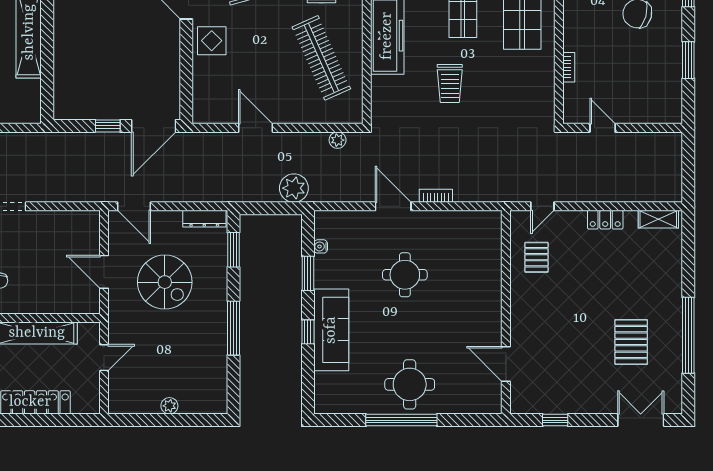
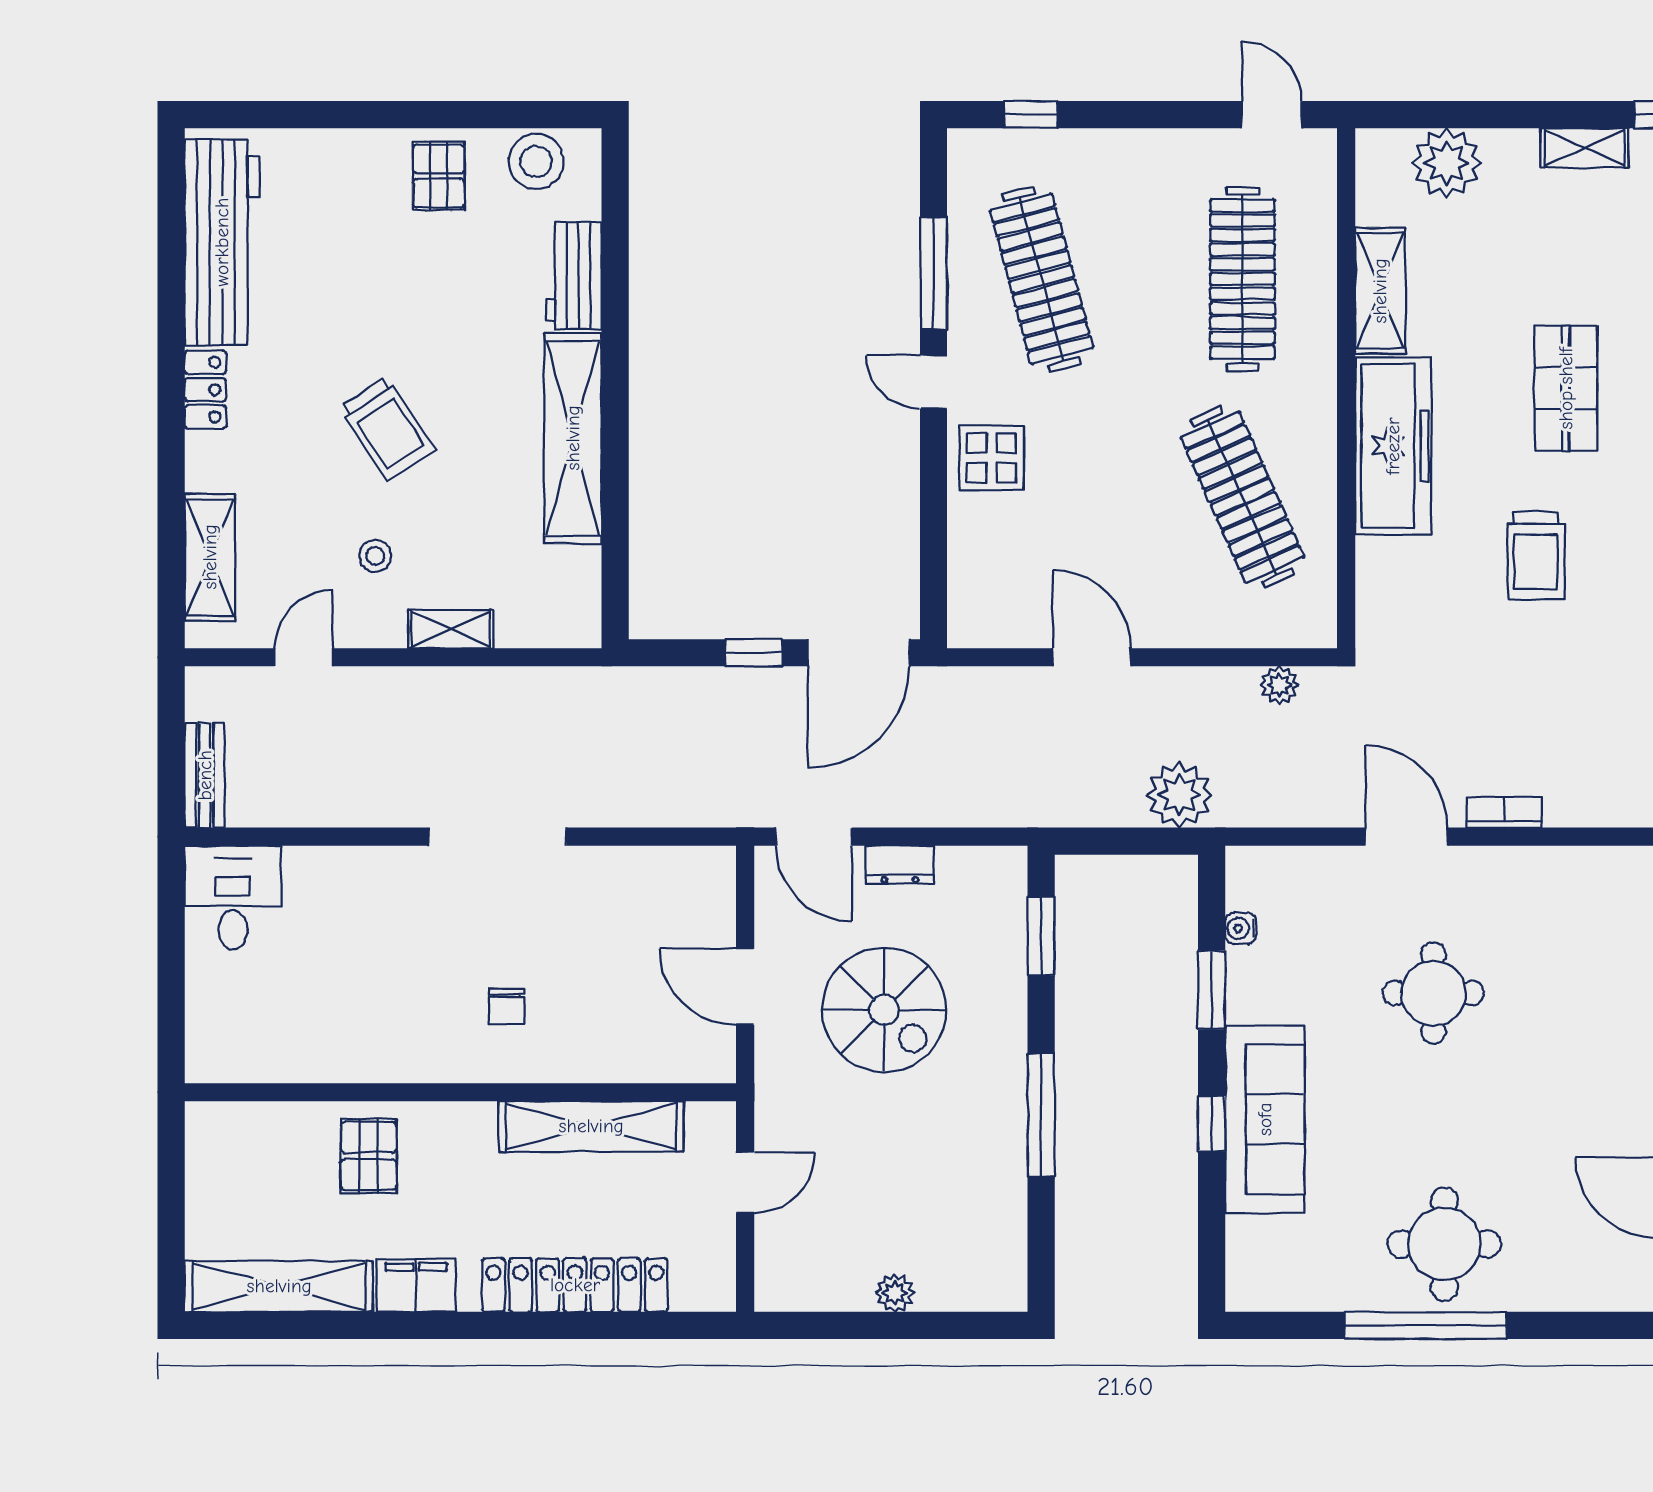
dresser: (204, 219) -> (900, 865), moved, width x0.70

